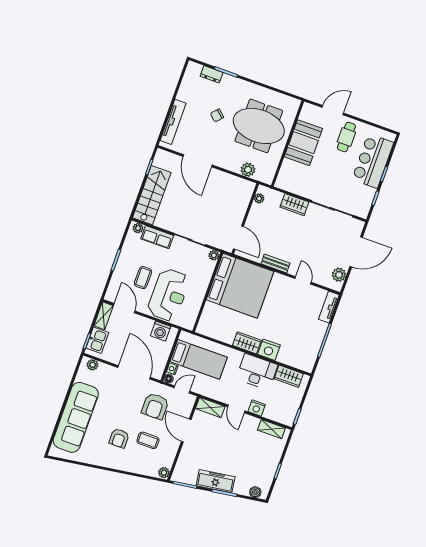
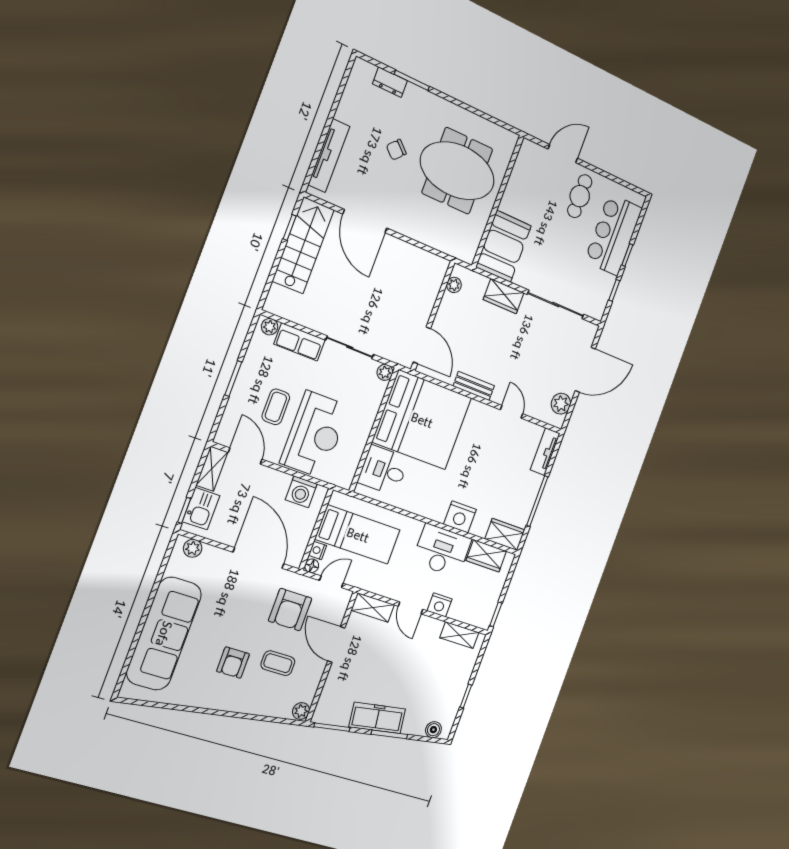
booth: (303, 143) -> (503, 246), moved
plant: (248, 170) -> (439, 239), removed
stairs: (152, 195) -> (303, 245), moved
desk: (215, 318) -> (383, 470), added
wardrobe: (247, 343) -> (505, 534), moved

